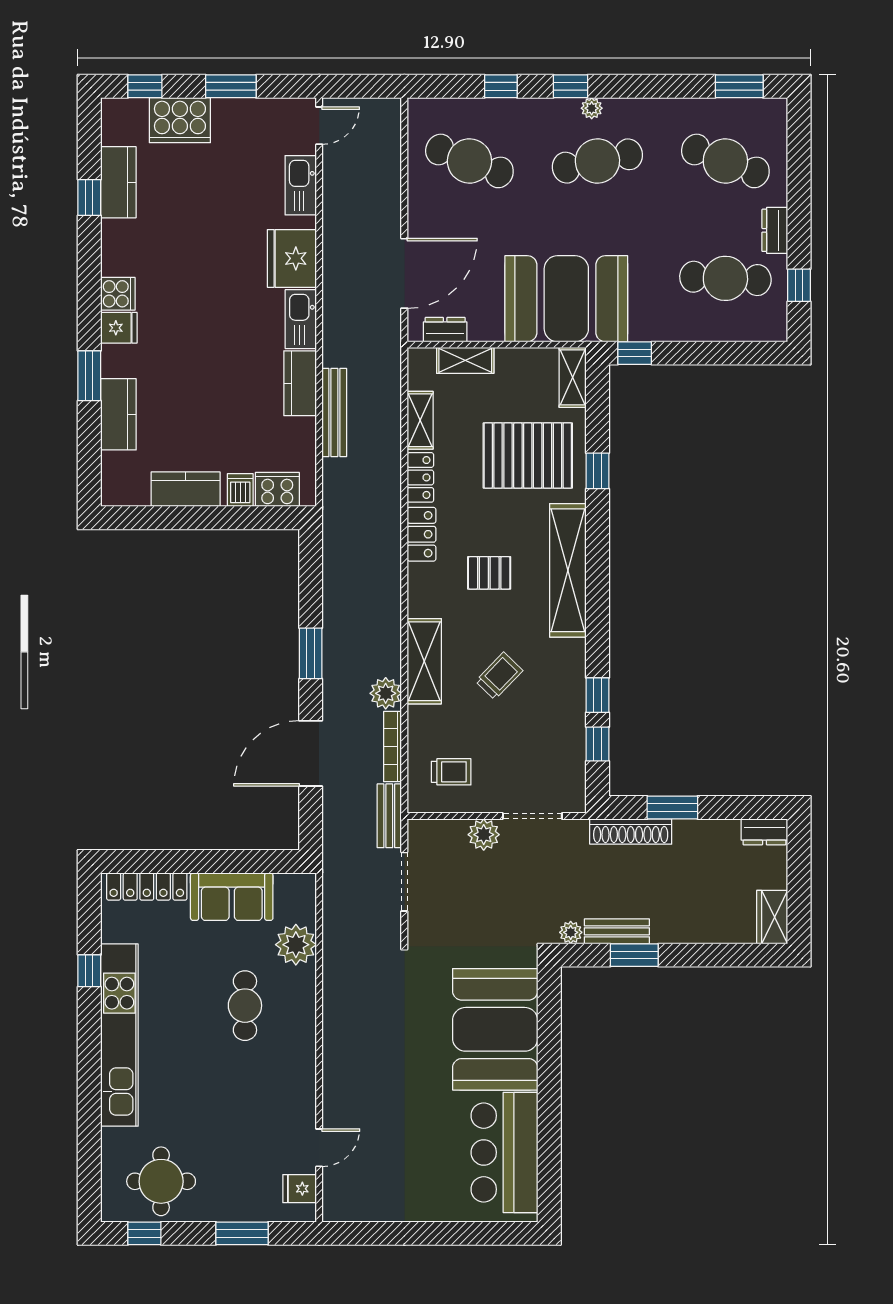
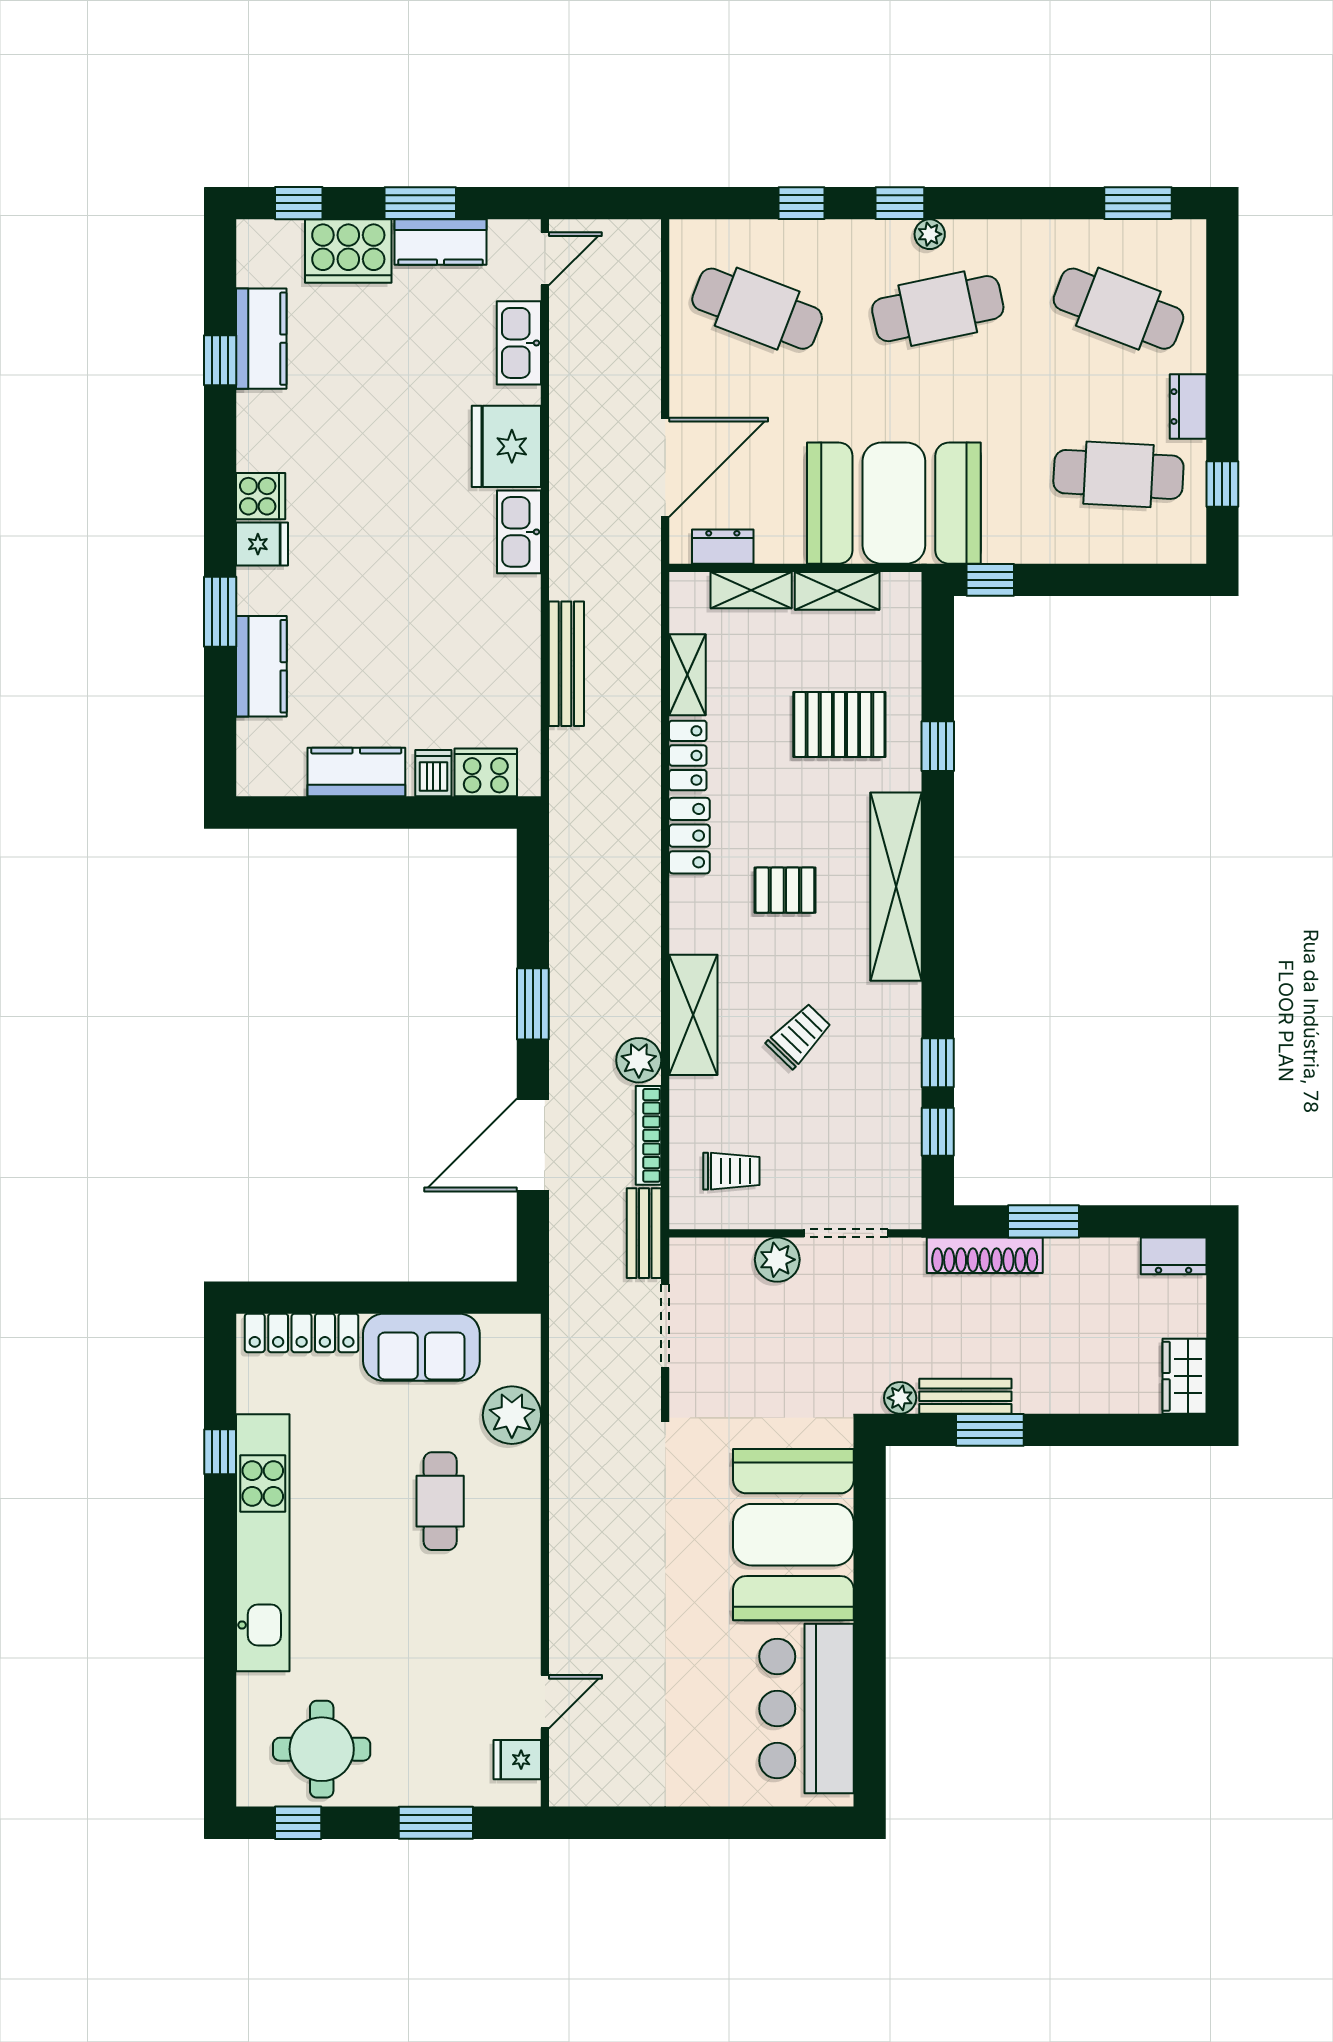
shelving: (573, 377) -> (837, 591), moved, turned 90
kitchen counter: (300, 383) -> (441, 242), moved, turned -90
pallet: (528, 455) -> (839, 724), width x0.73, depth x0.71

